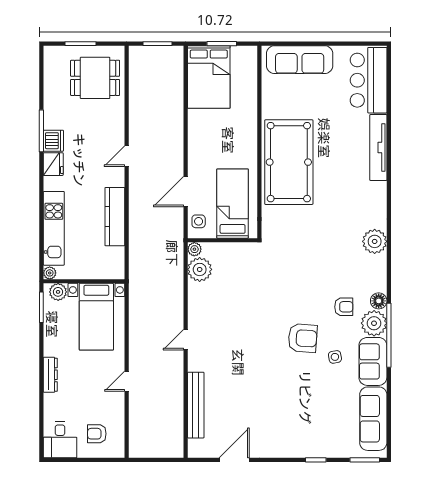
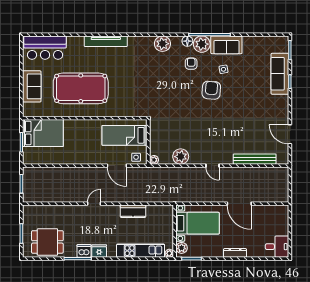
sofa: (300, 60) -> (32, 86), width x0.73
bed: (209, 77) -> (43, 133), moved
dining table: (95, 78) -> (47, 242), moved, turned 90
tv unit: (378, 147) -> (106, 41), moved
door: (127, 156) -> (94, 204), swing flipped
pool table: (289, 162) -> (81, 88), moved
kitchen counter: (115, 217) -> (133, 211), width x0.67
plant: (375, 241) -> (162, 44), moved
plant: (200, 269) -> (181, 157), moved
door: (127, 381) -> (239, 204), width x1.88
sofa: (373, 419) -> (280, 74), moved, turned 90
armchair: (97, 434) -> (273, 223), removed

